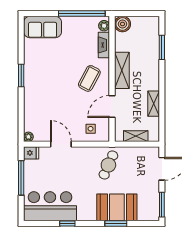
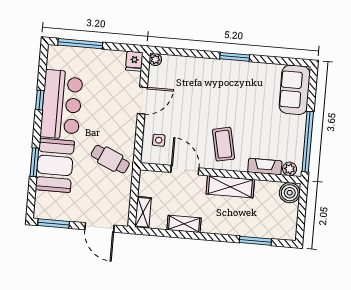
coffee table: (89, 78) -> (223, 144), turned 50
shelving: (136, 136) -> (143, 212), moved
window: (21, 178) -> (80, 44), moved
bar counter: (50, 206) -> (62, 105), moved

